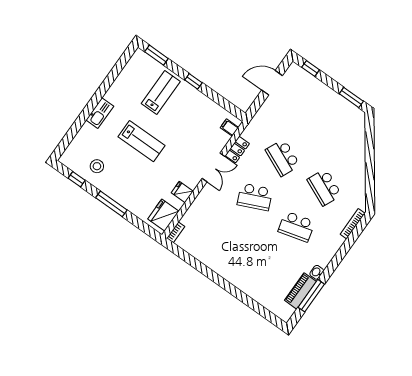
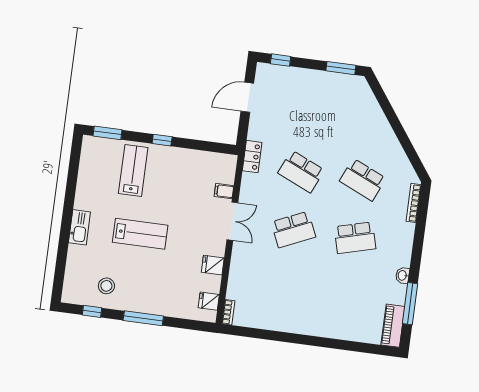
filing cabinet: (229, 128) -> (224, 191), moved
locker: (237, 150) -> (252, 157), moved
fridge: (163, 215) -> (209, 301), width x0.53, depth x0.75
piano: (300, 291) -> (393, 326), moved

